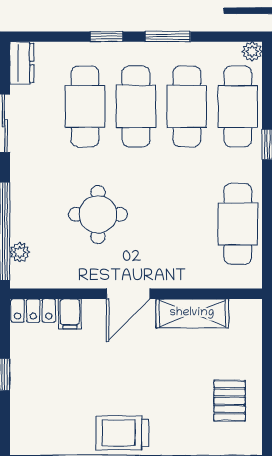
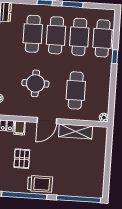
plant: (252, 51) -> (104, 118), moved
cafe table: (238, 224) -> (76, 90), moved
pallet: (230, 401) -> (22, 159), moved
trolley: (122, 433) -> (40, 184), turned 180

